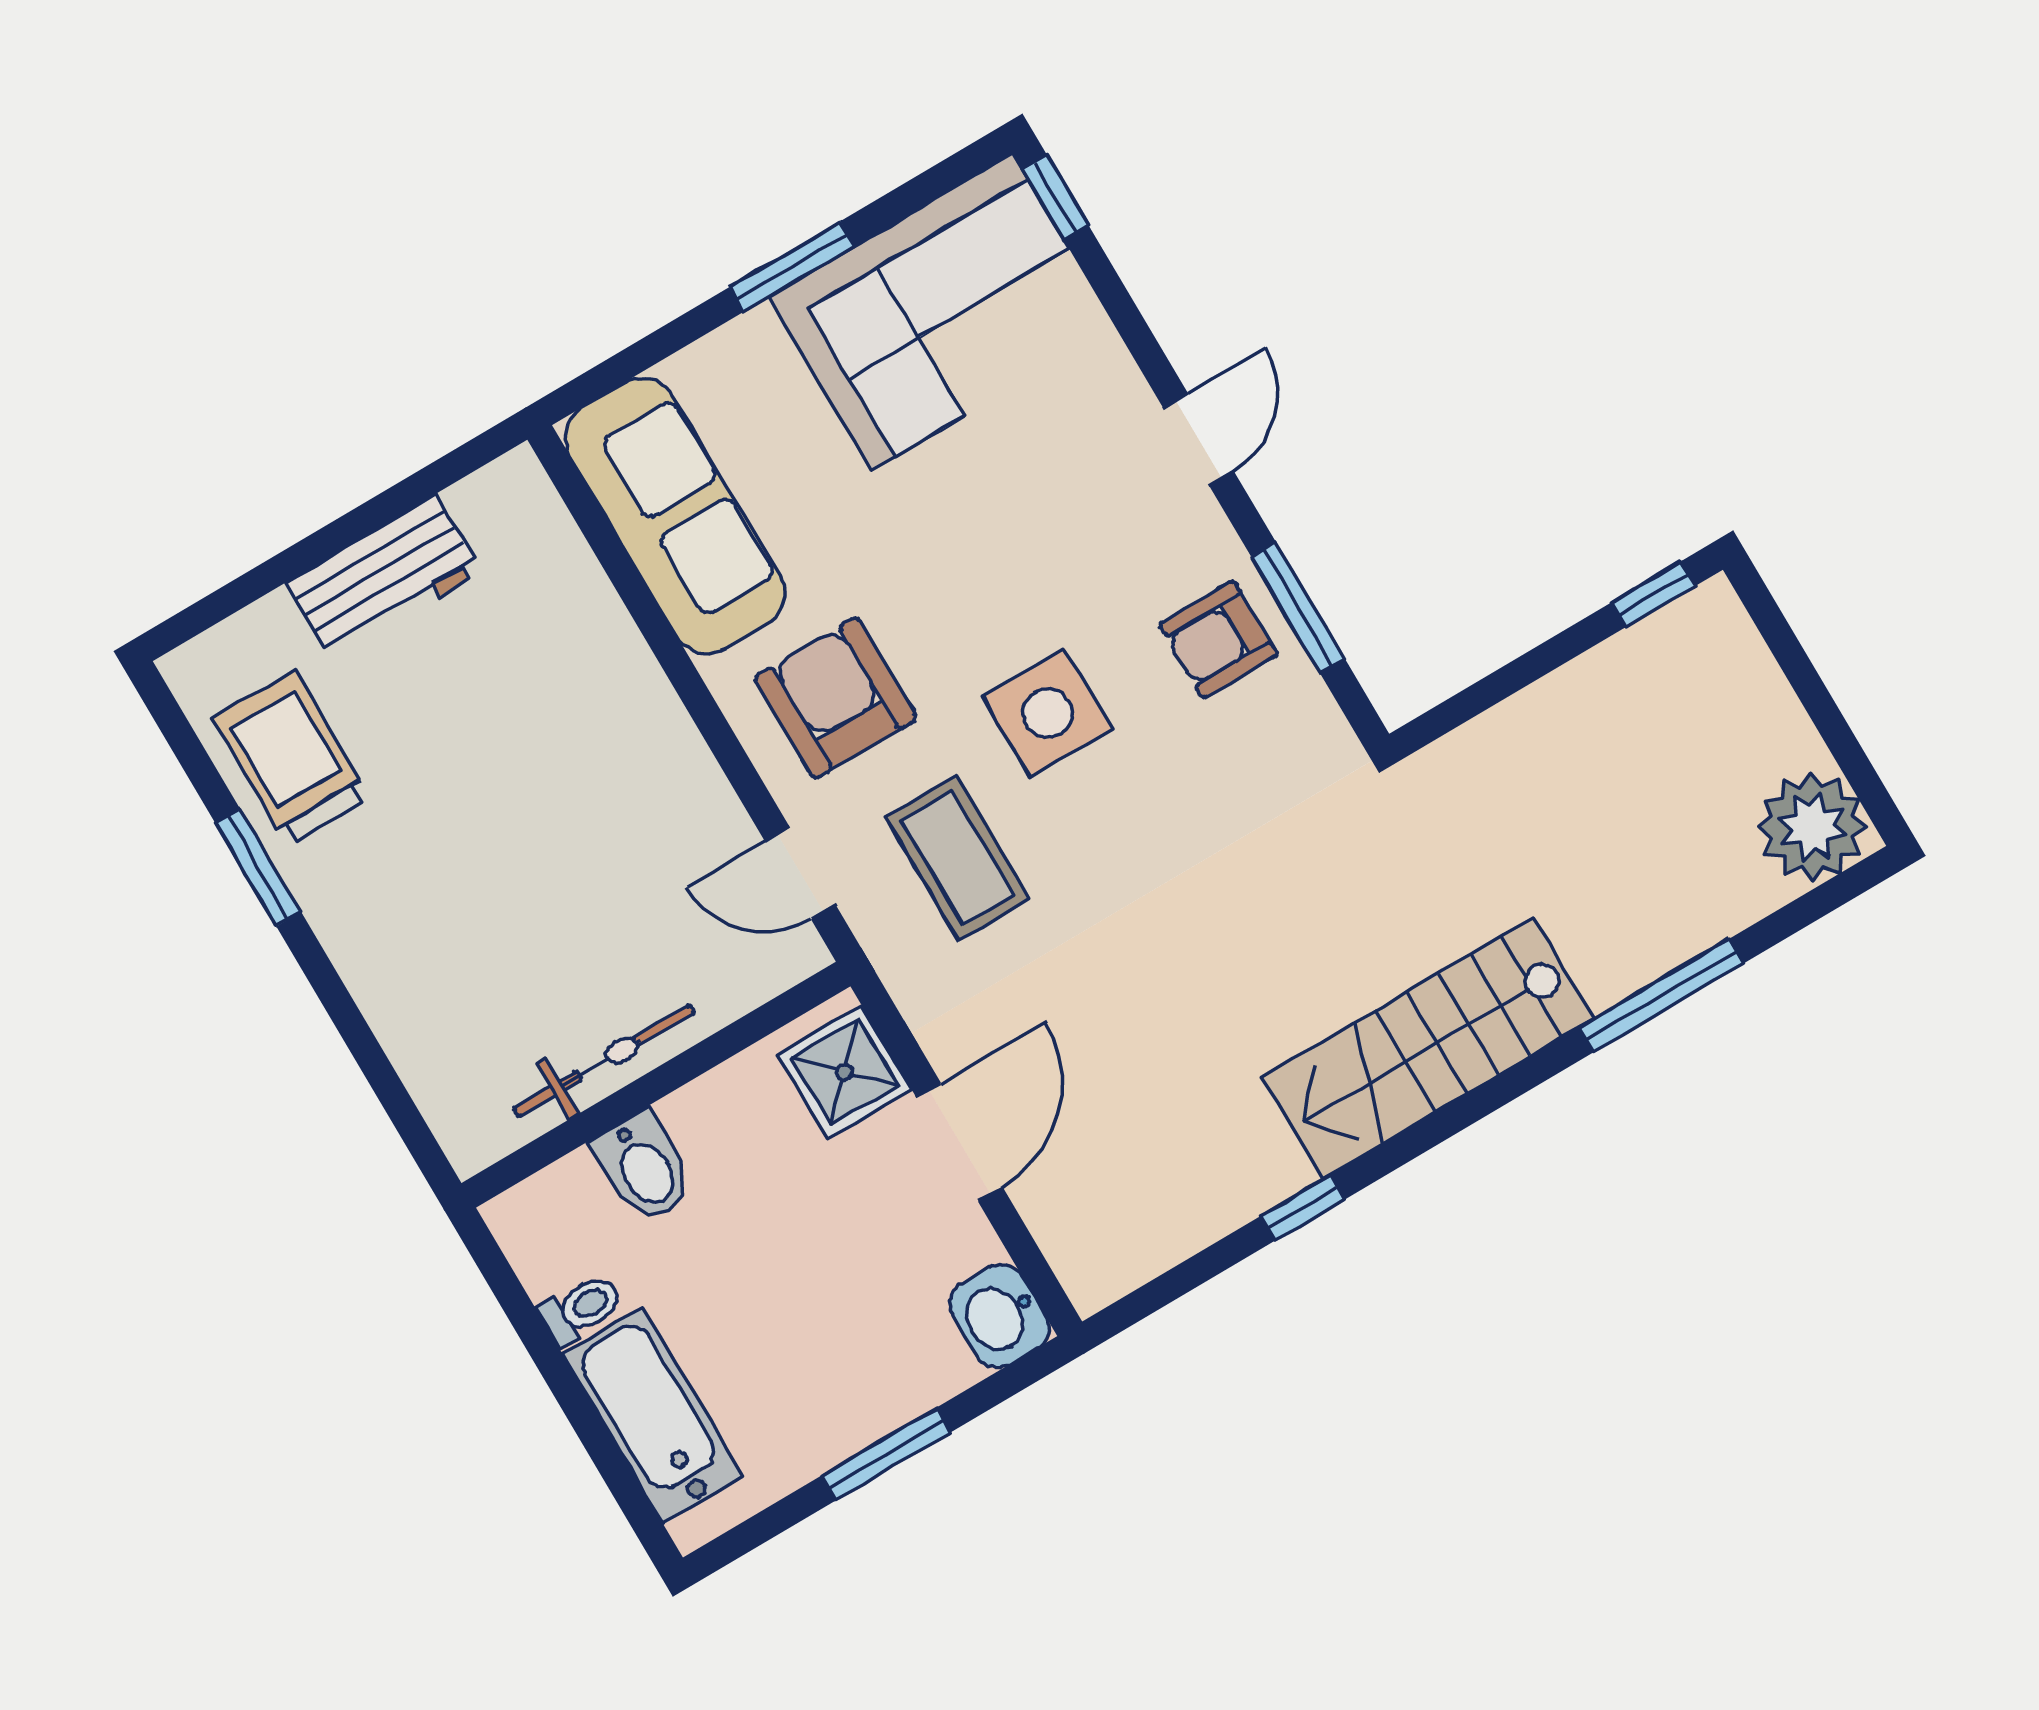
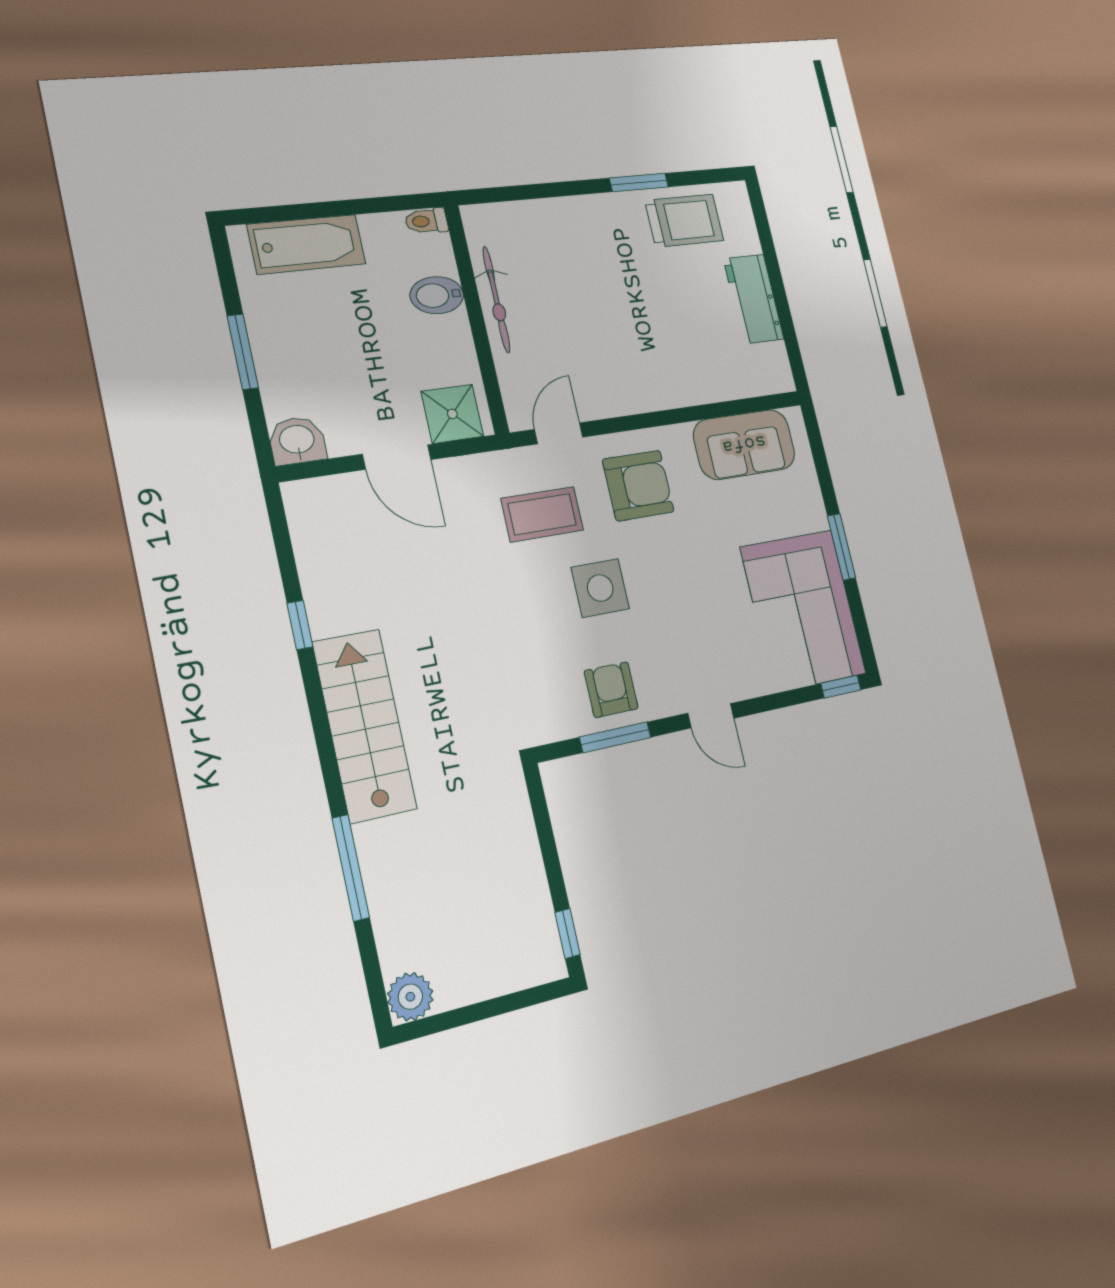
sofa: (675, 516) -> (744, 444), width x0.73
plant: (1812, 827) -> (410, 997), width x0.73, depth x0.73
toilet: (581, 1309) -> (426, 221), moved, turned 90

